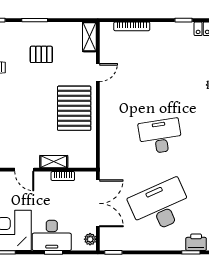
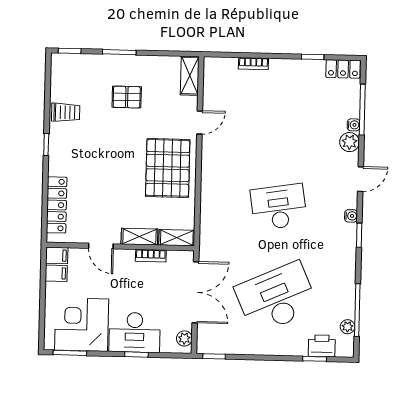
bookcase: (132, 26) -> (253, 64), width x0.64
shelving: (82, 162) -> (177, 238), added

